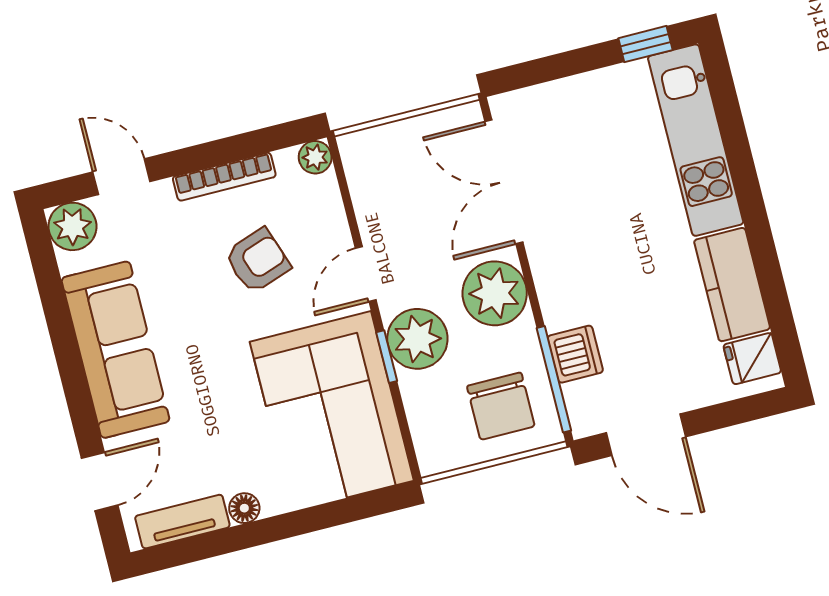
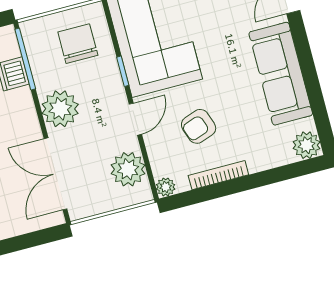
door: (121, 177) -> (278, 174), removed
double door: (504, 182) -> (56, 174), swing flipped
plant: (417, 339) -> (128, 169), moved
chair: (501, 406) -> (78, 44), moved

